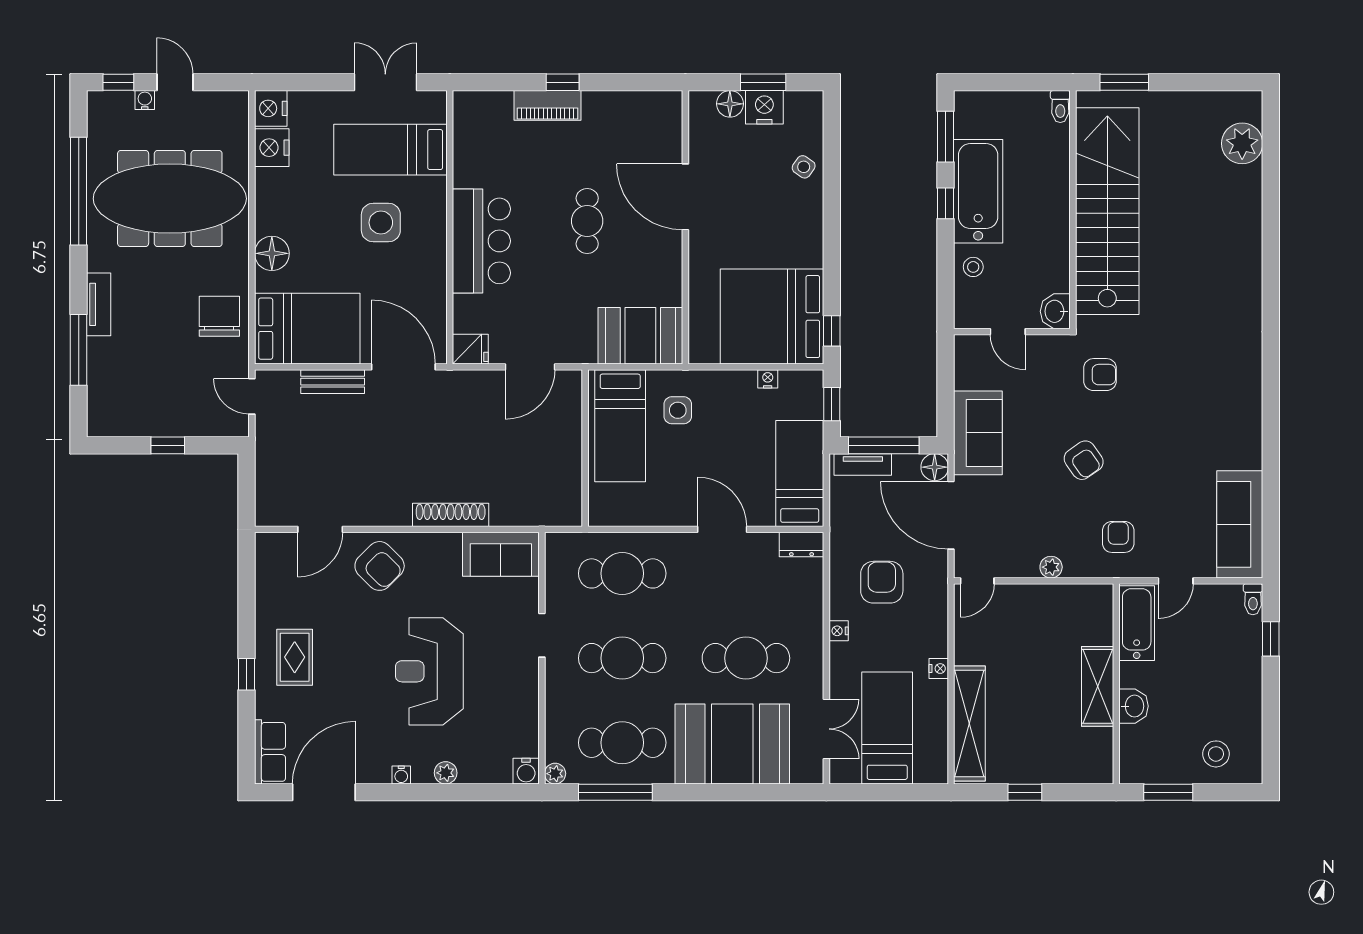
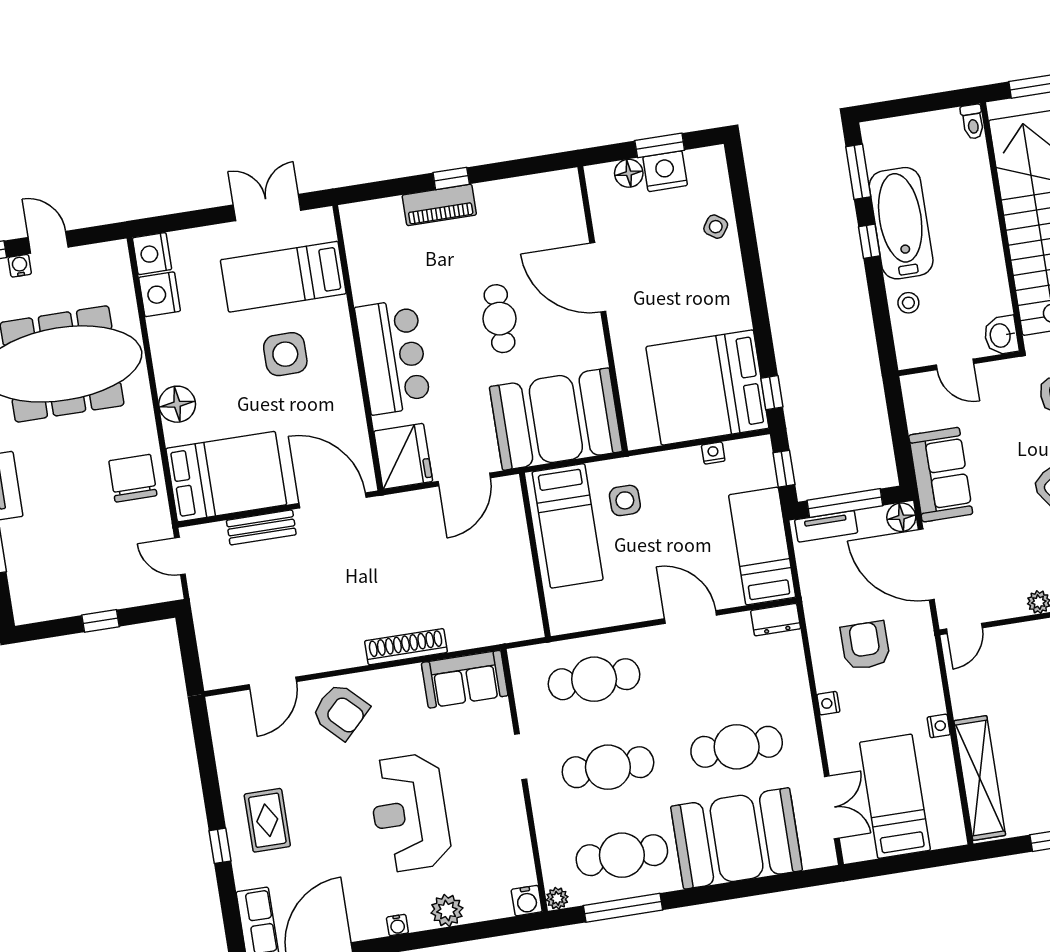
booth: (640, 336) -> (556, 419), width x1.36, depth x1.42
fridge: (470, 349) -> (403, 456), width x1.88, depth x1.34
plant: (446, 773) -> (447, 910), width x1.38, depth x1.38

